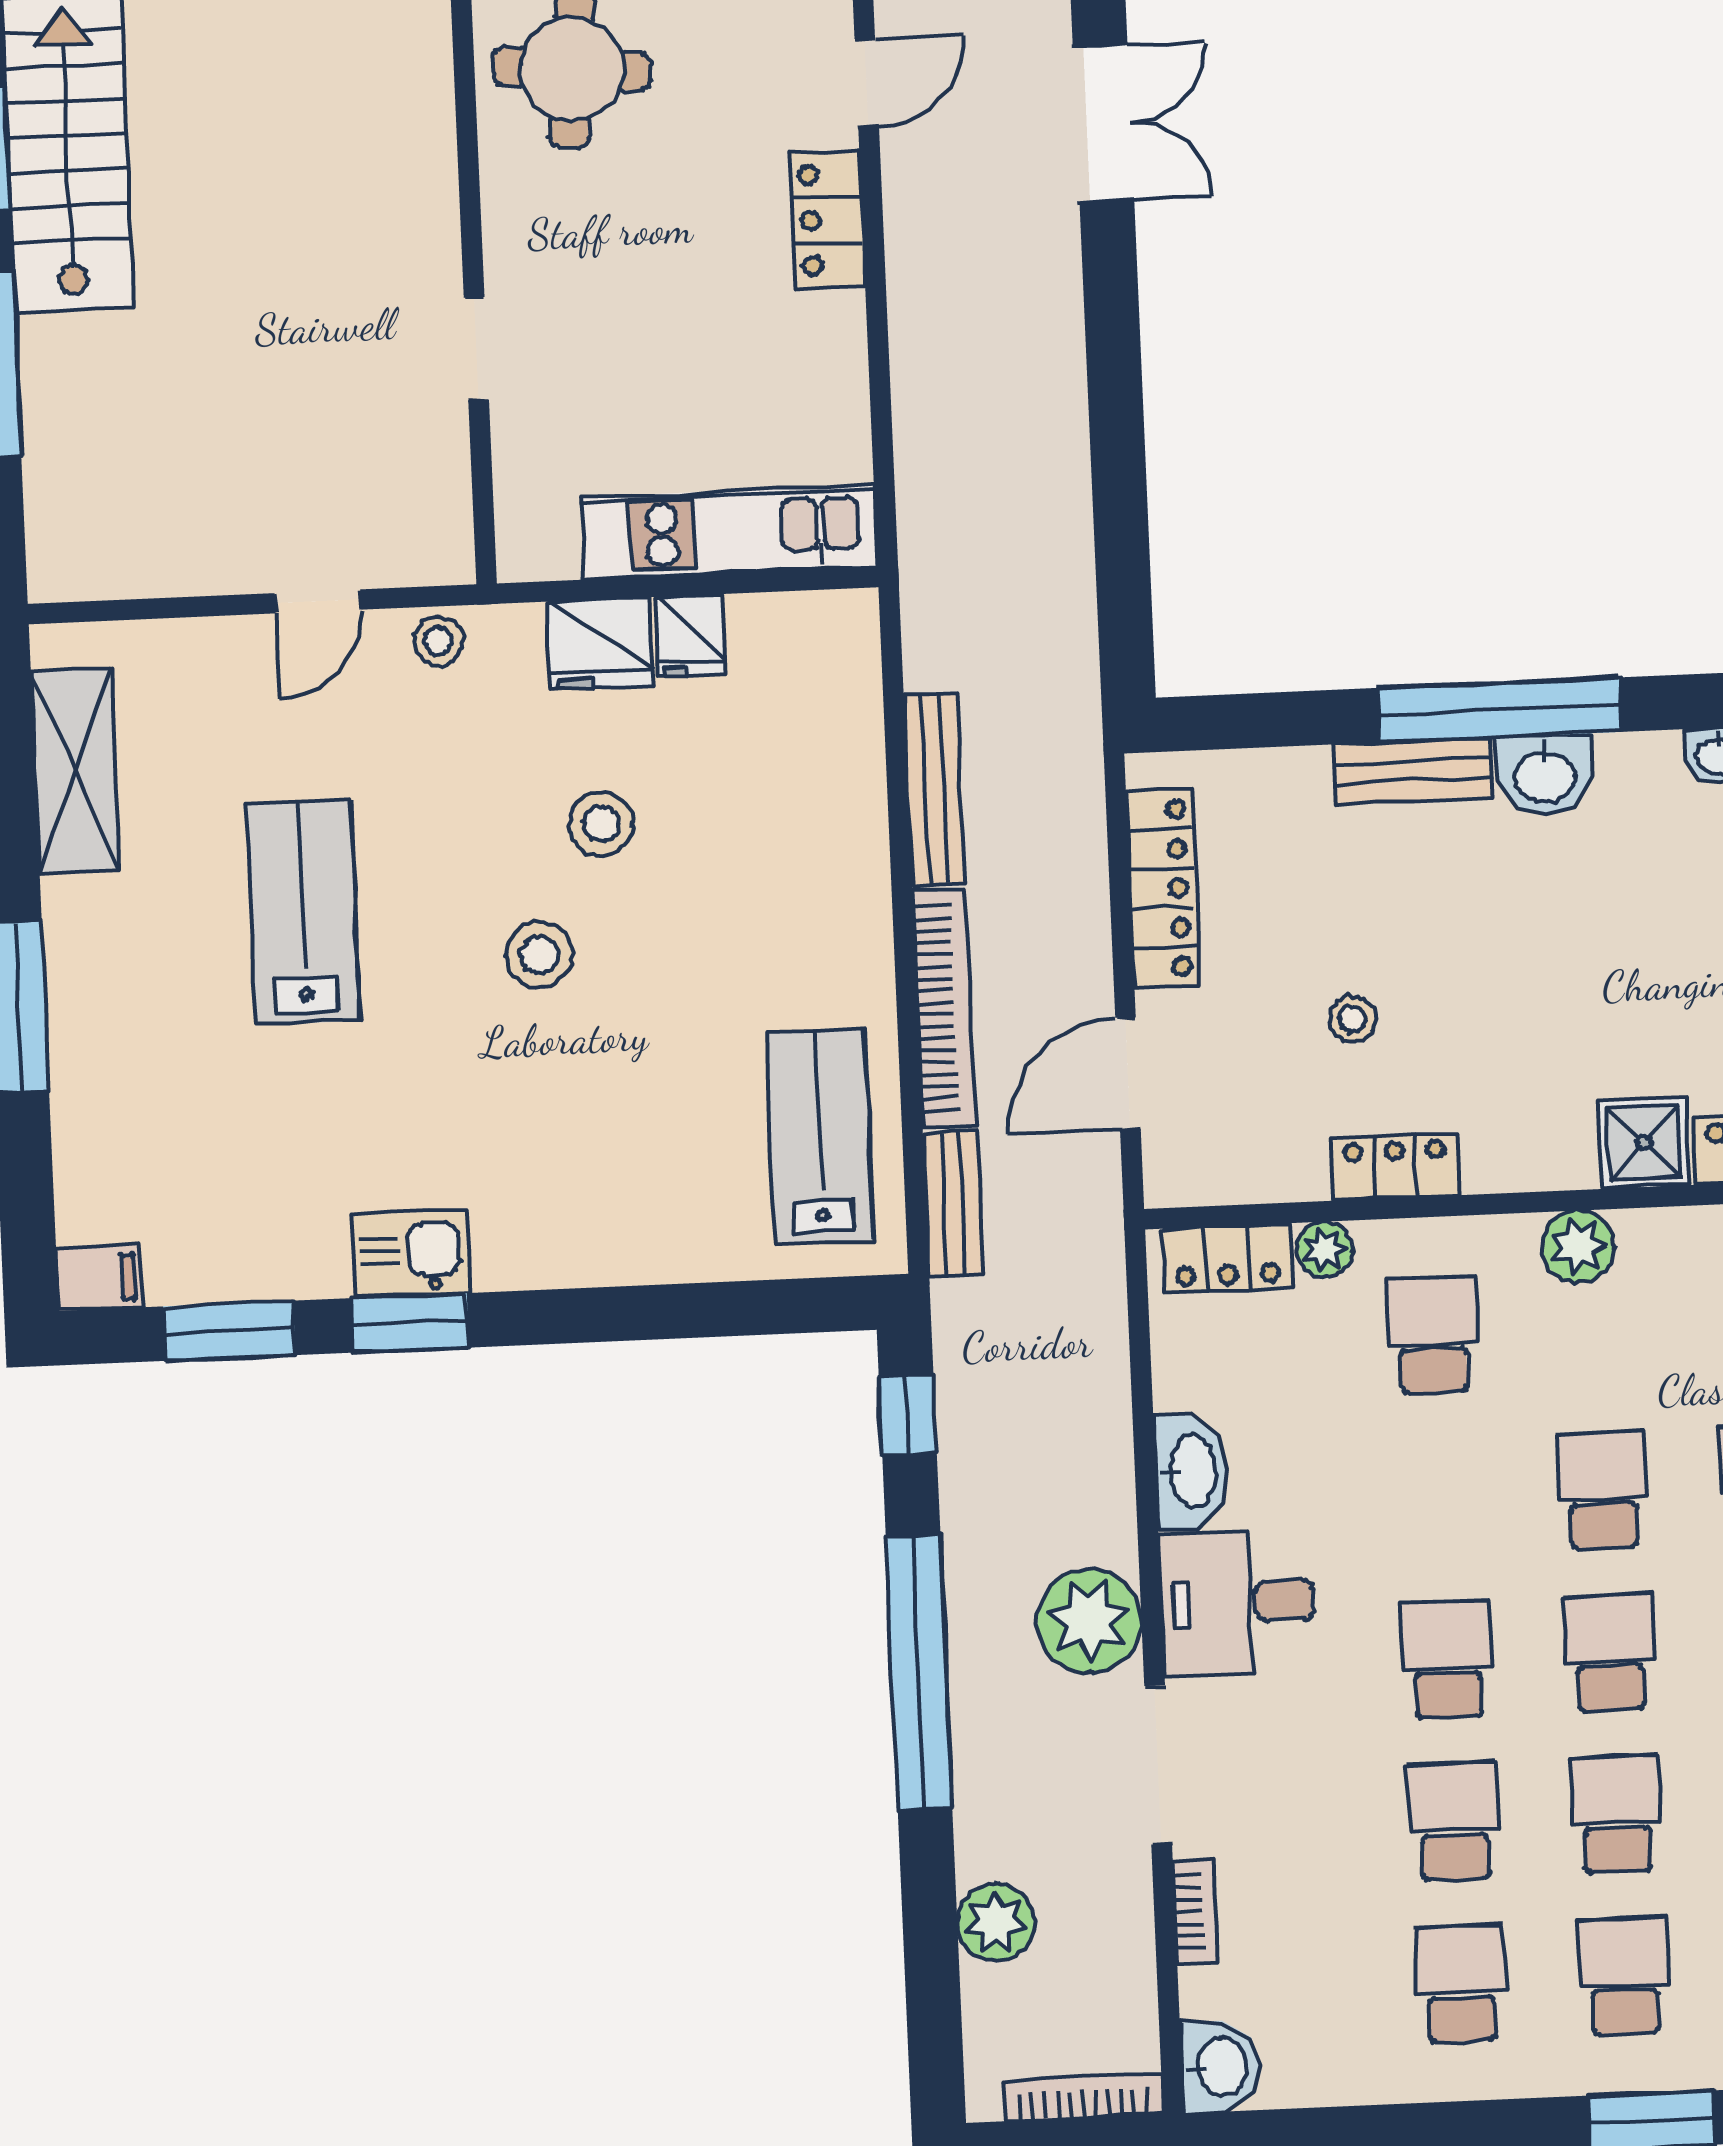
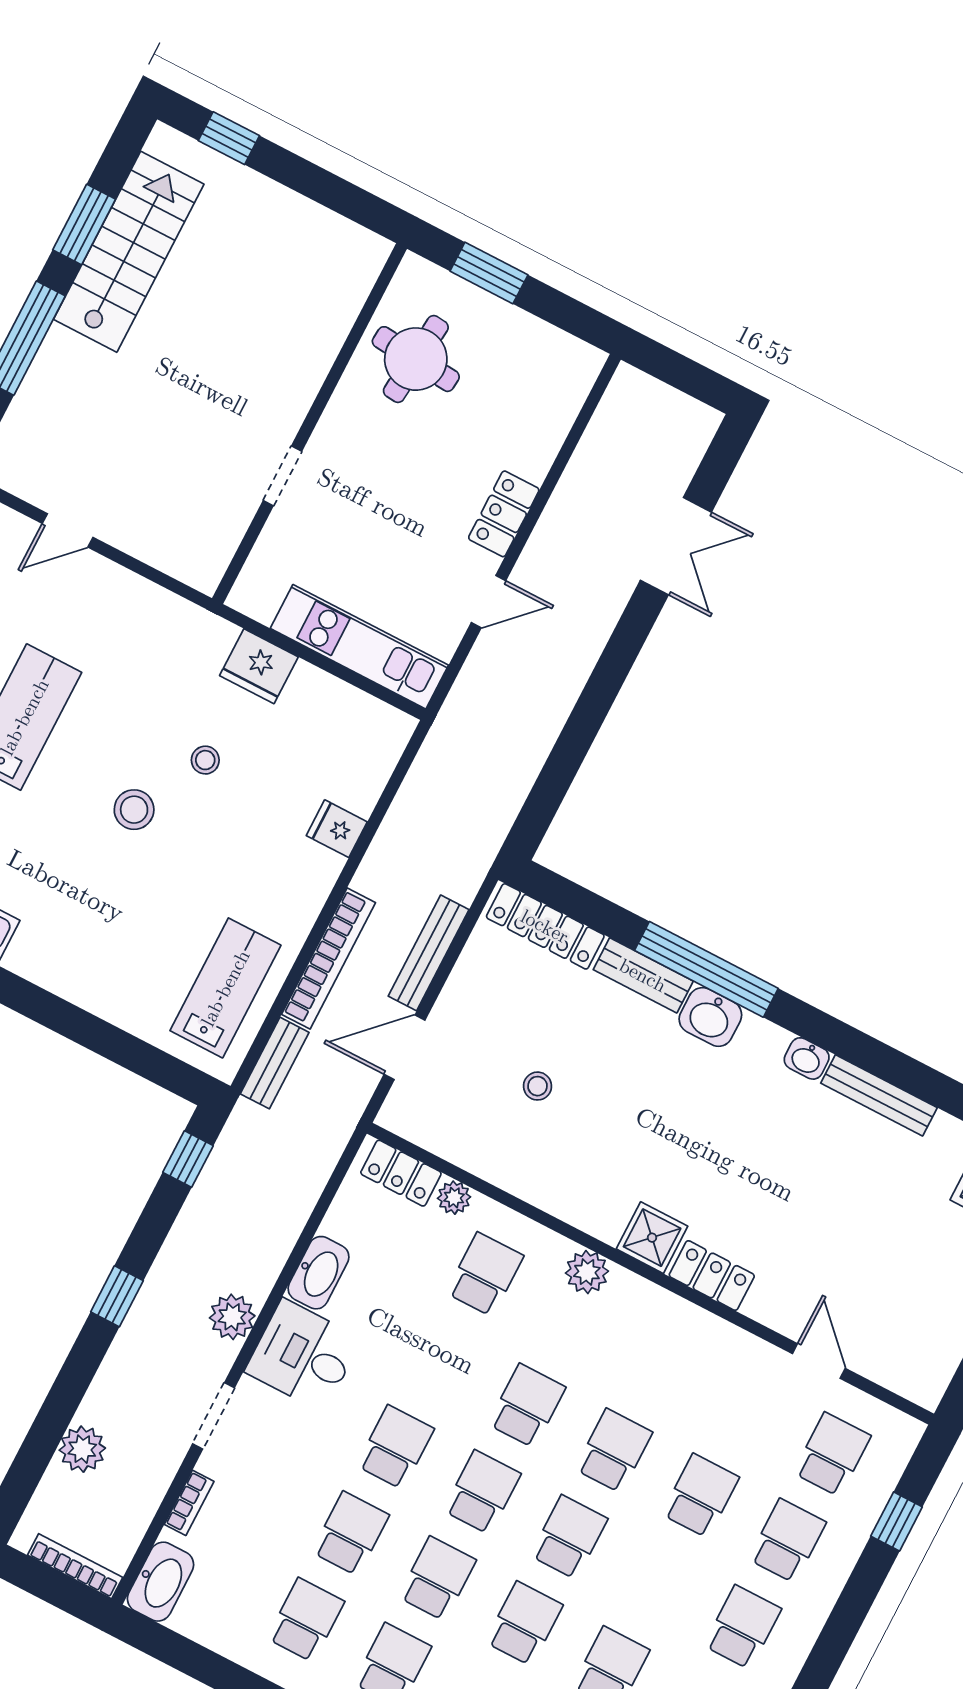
door: (867, 83) -> (488, 602), moved
door: (318, 601) -> (68, 530), moved
fridge: (691, 636) -> (337, 829), moved, turned 90
stool: (438, 641) -> (175, 616), removed
bench: (934, 789) -> (429, 953), moved
stool: (601, 824) -> (205, 760), width x0.73, depth x0.73
locker: (1163, 889) -> (545, 926), moved, turned 90
locker: (1395, 1167) -> (516, 1176), removed
plant: (1090, 1621) -> (232, 1317), width x0.73, depth x0.73
window: (919, 1672) -> (117, 1296), width x0.32
doorway: (1158, 1765) -> (214, 1416), width x0.73
washbasin: (1220, 2066) -> (161, 1582), width x1.38

